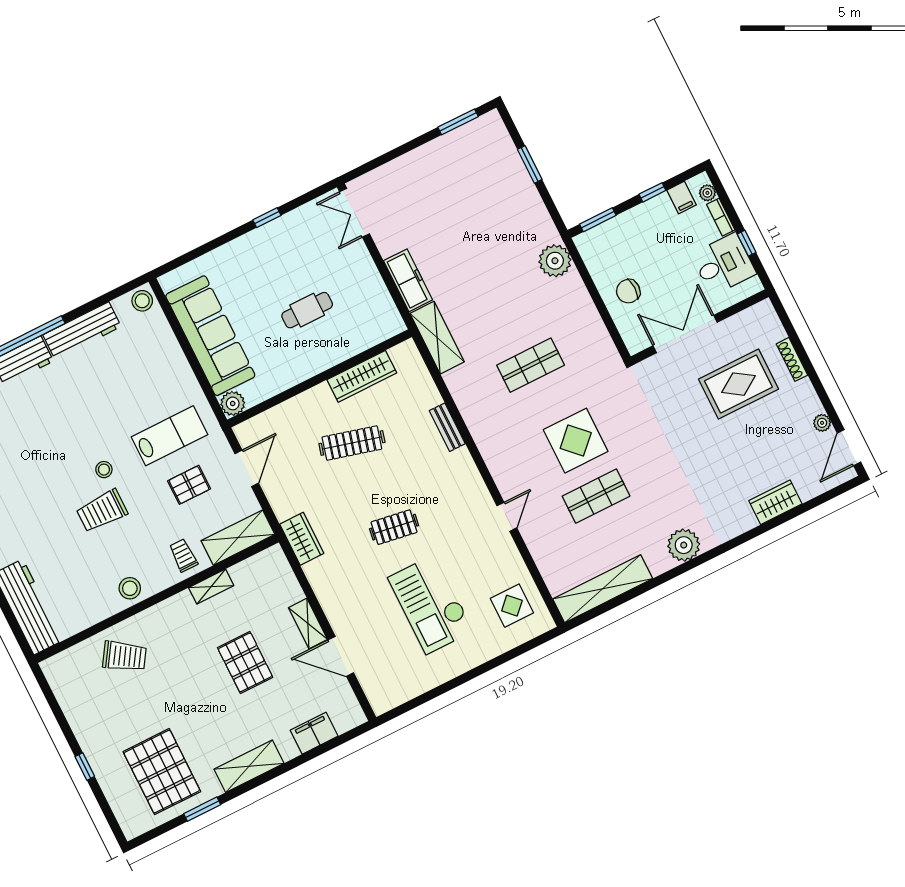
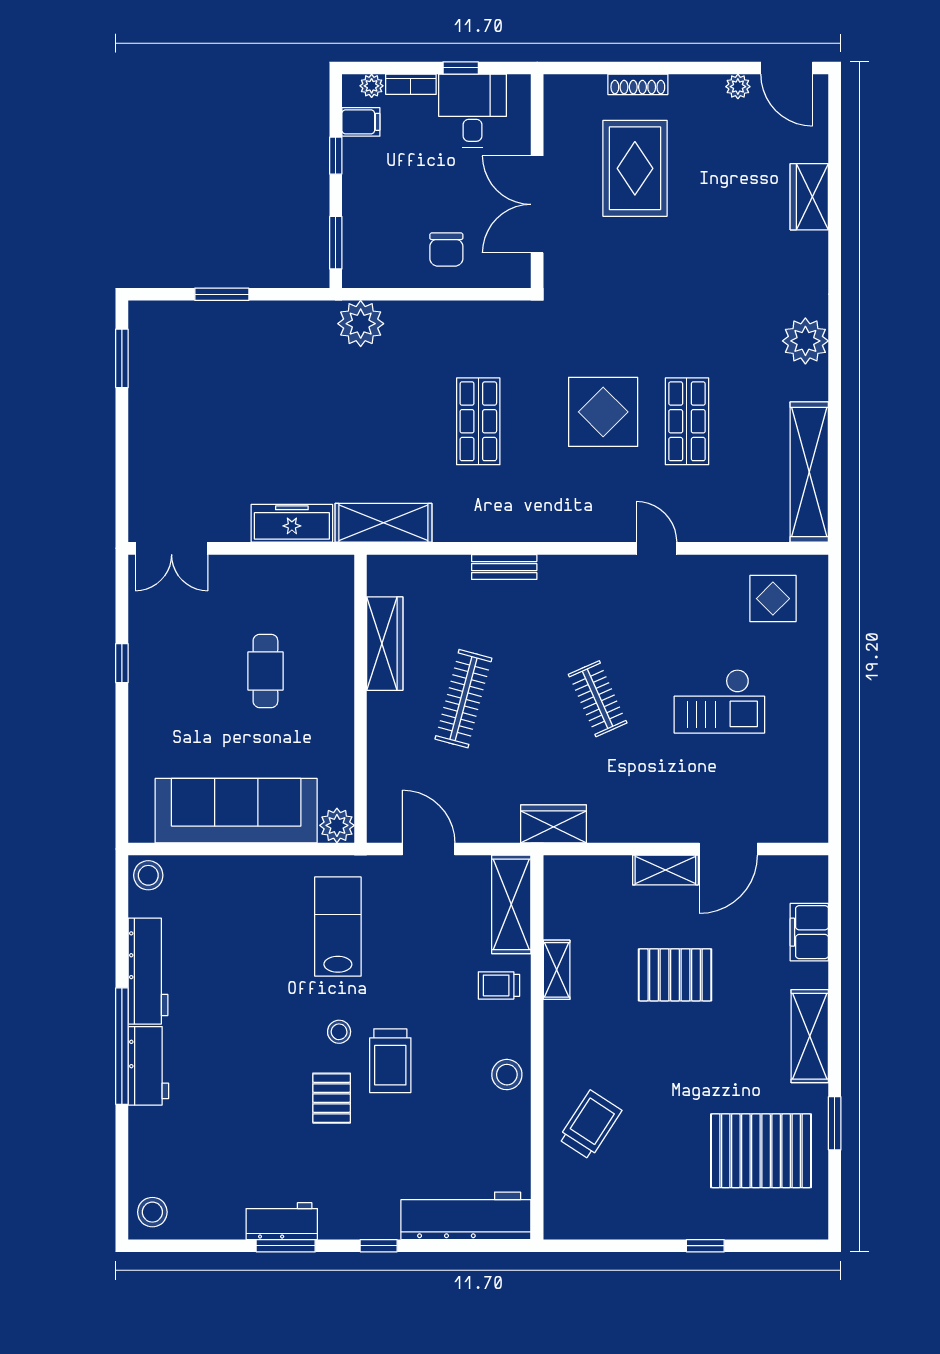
pallet: (189, 485) -> (332, 1098), moved
clothes rail: (394, 527) -> (598, 699), turned -33
checkout: (431, 604) -> (719, 701), width x0.73, depth x0.83

